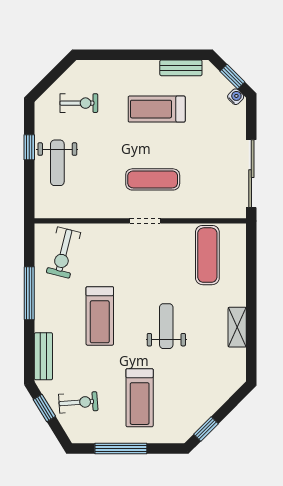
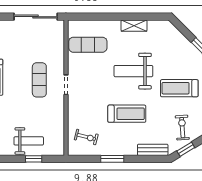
window: (29, 147) -> (34, 159), moved
exercise bike: (63, 253) -> (86, 137), width x0.73, depth x0.72
window: (29, 293) -> (112, 159), width x0.69
weight bench: (166, 326) -> (133, 71), width x1.36, depth x1.33
treadmill: (140, 398) -> (179, 88), turned 180

